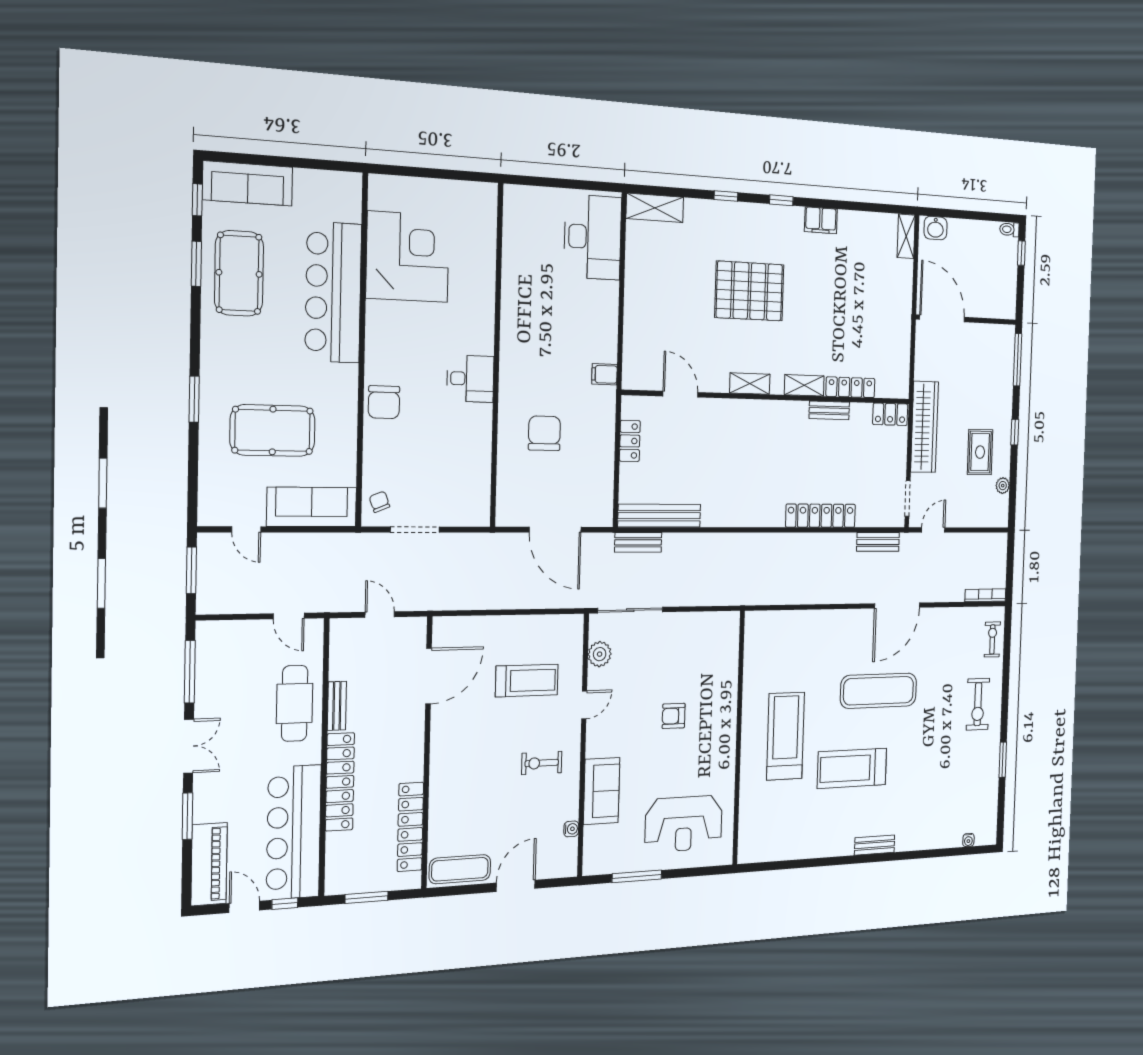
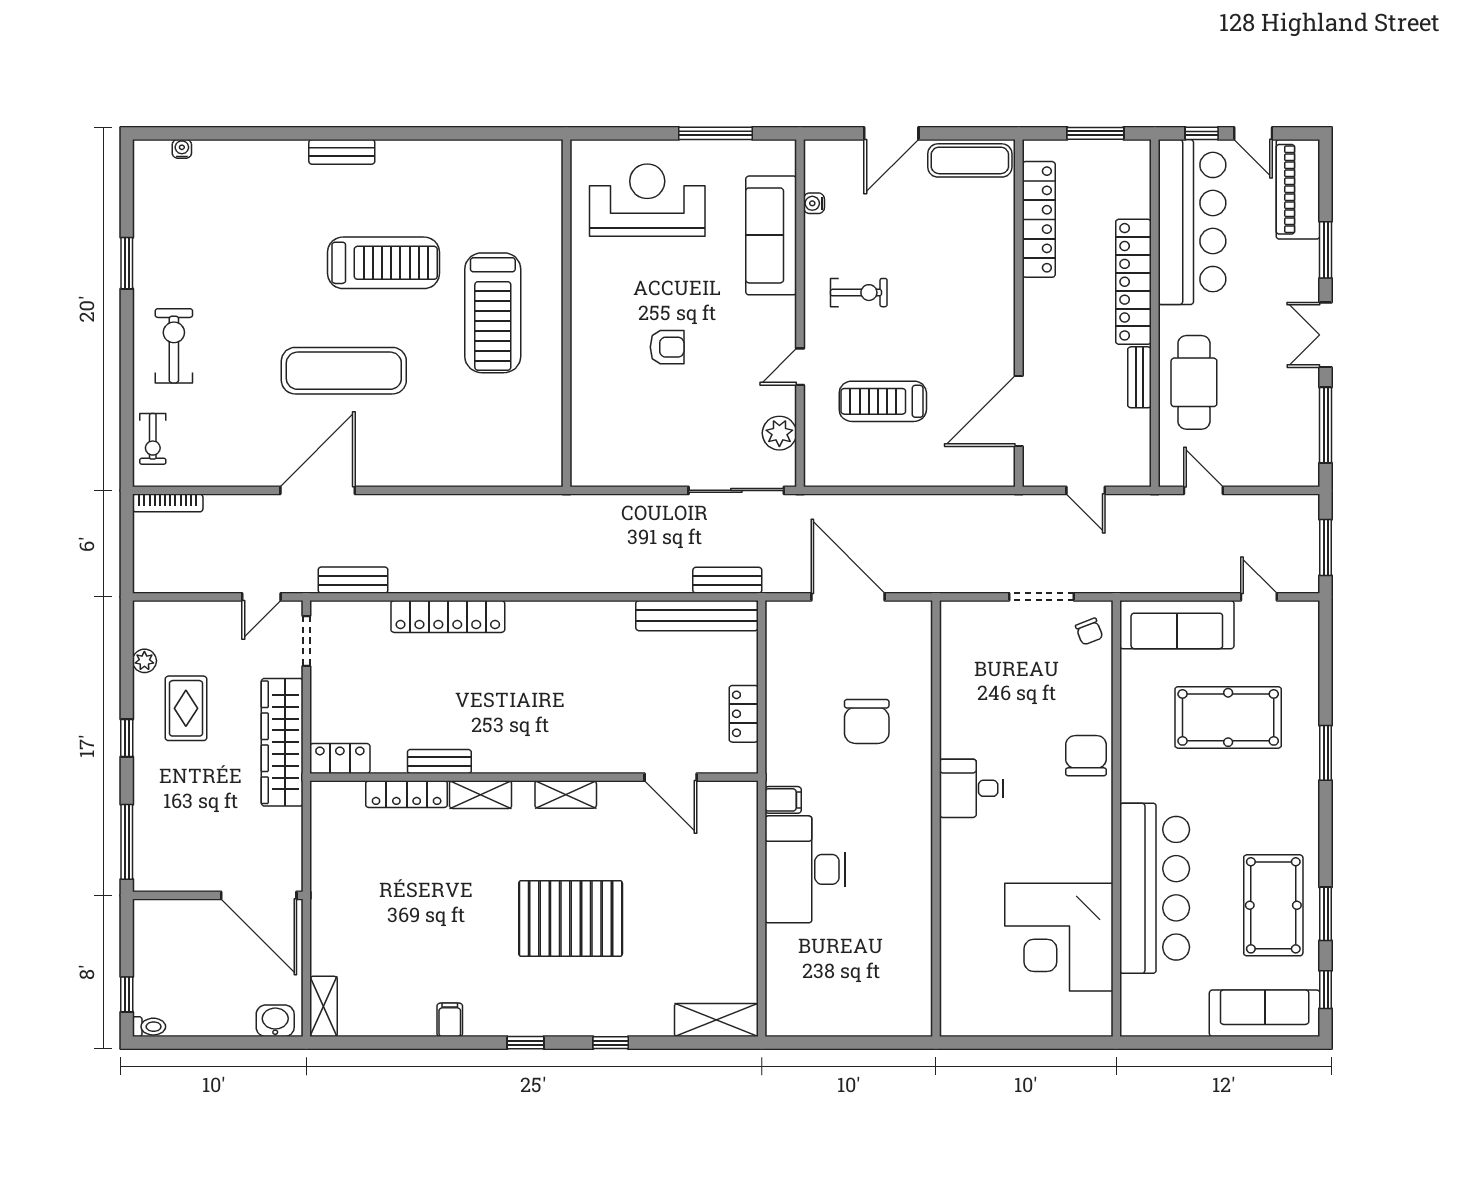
filing cabinet: (821, 220) -> (450, 1020), width x0.50
desk: (593, 237) -> (805, 869), moved
sofa: (602, 791) -> (771, 235), width x1.36

